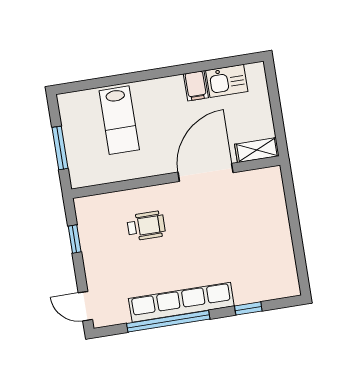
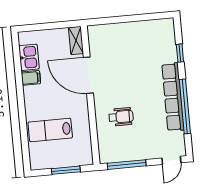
lab bench: (119, 120) -> (50, 130), turned 180
wheelchair: (146, 226) -> (121, 117), turned 90
window: (75, 239) -> (127, 165), width x2.17

